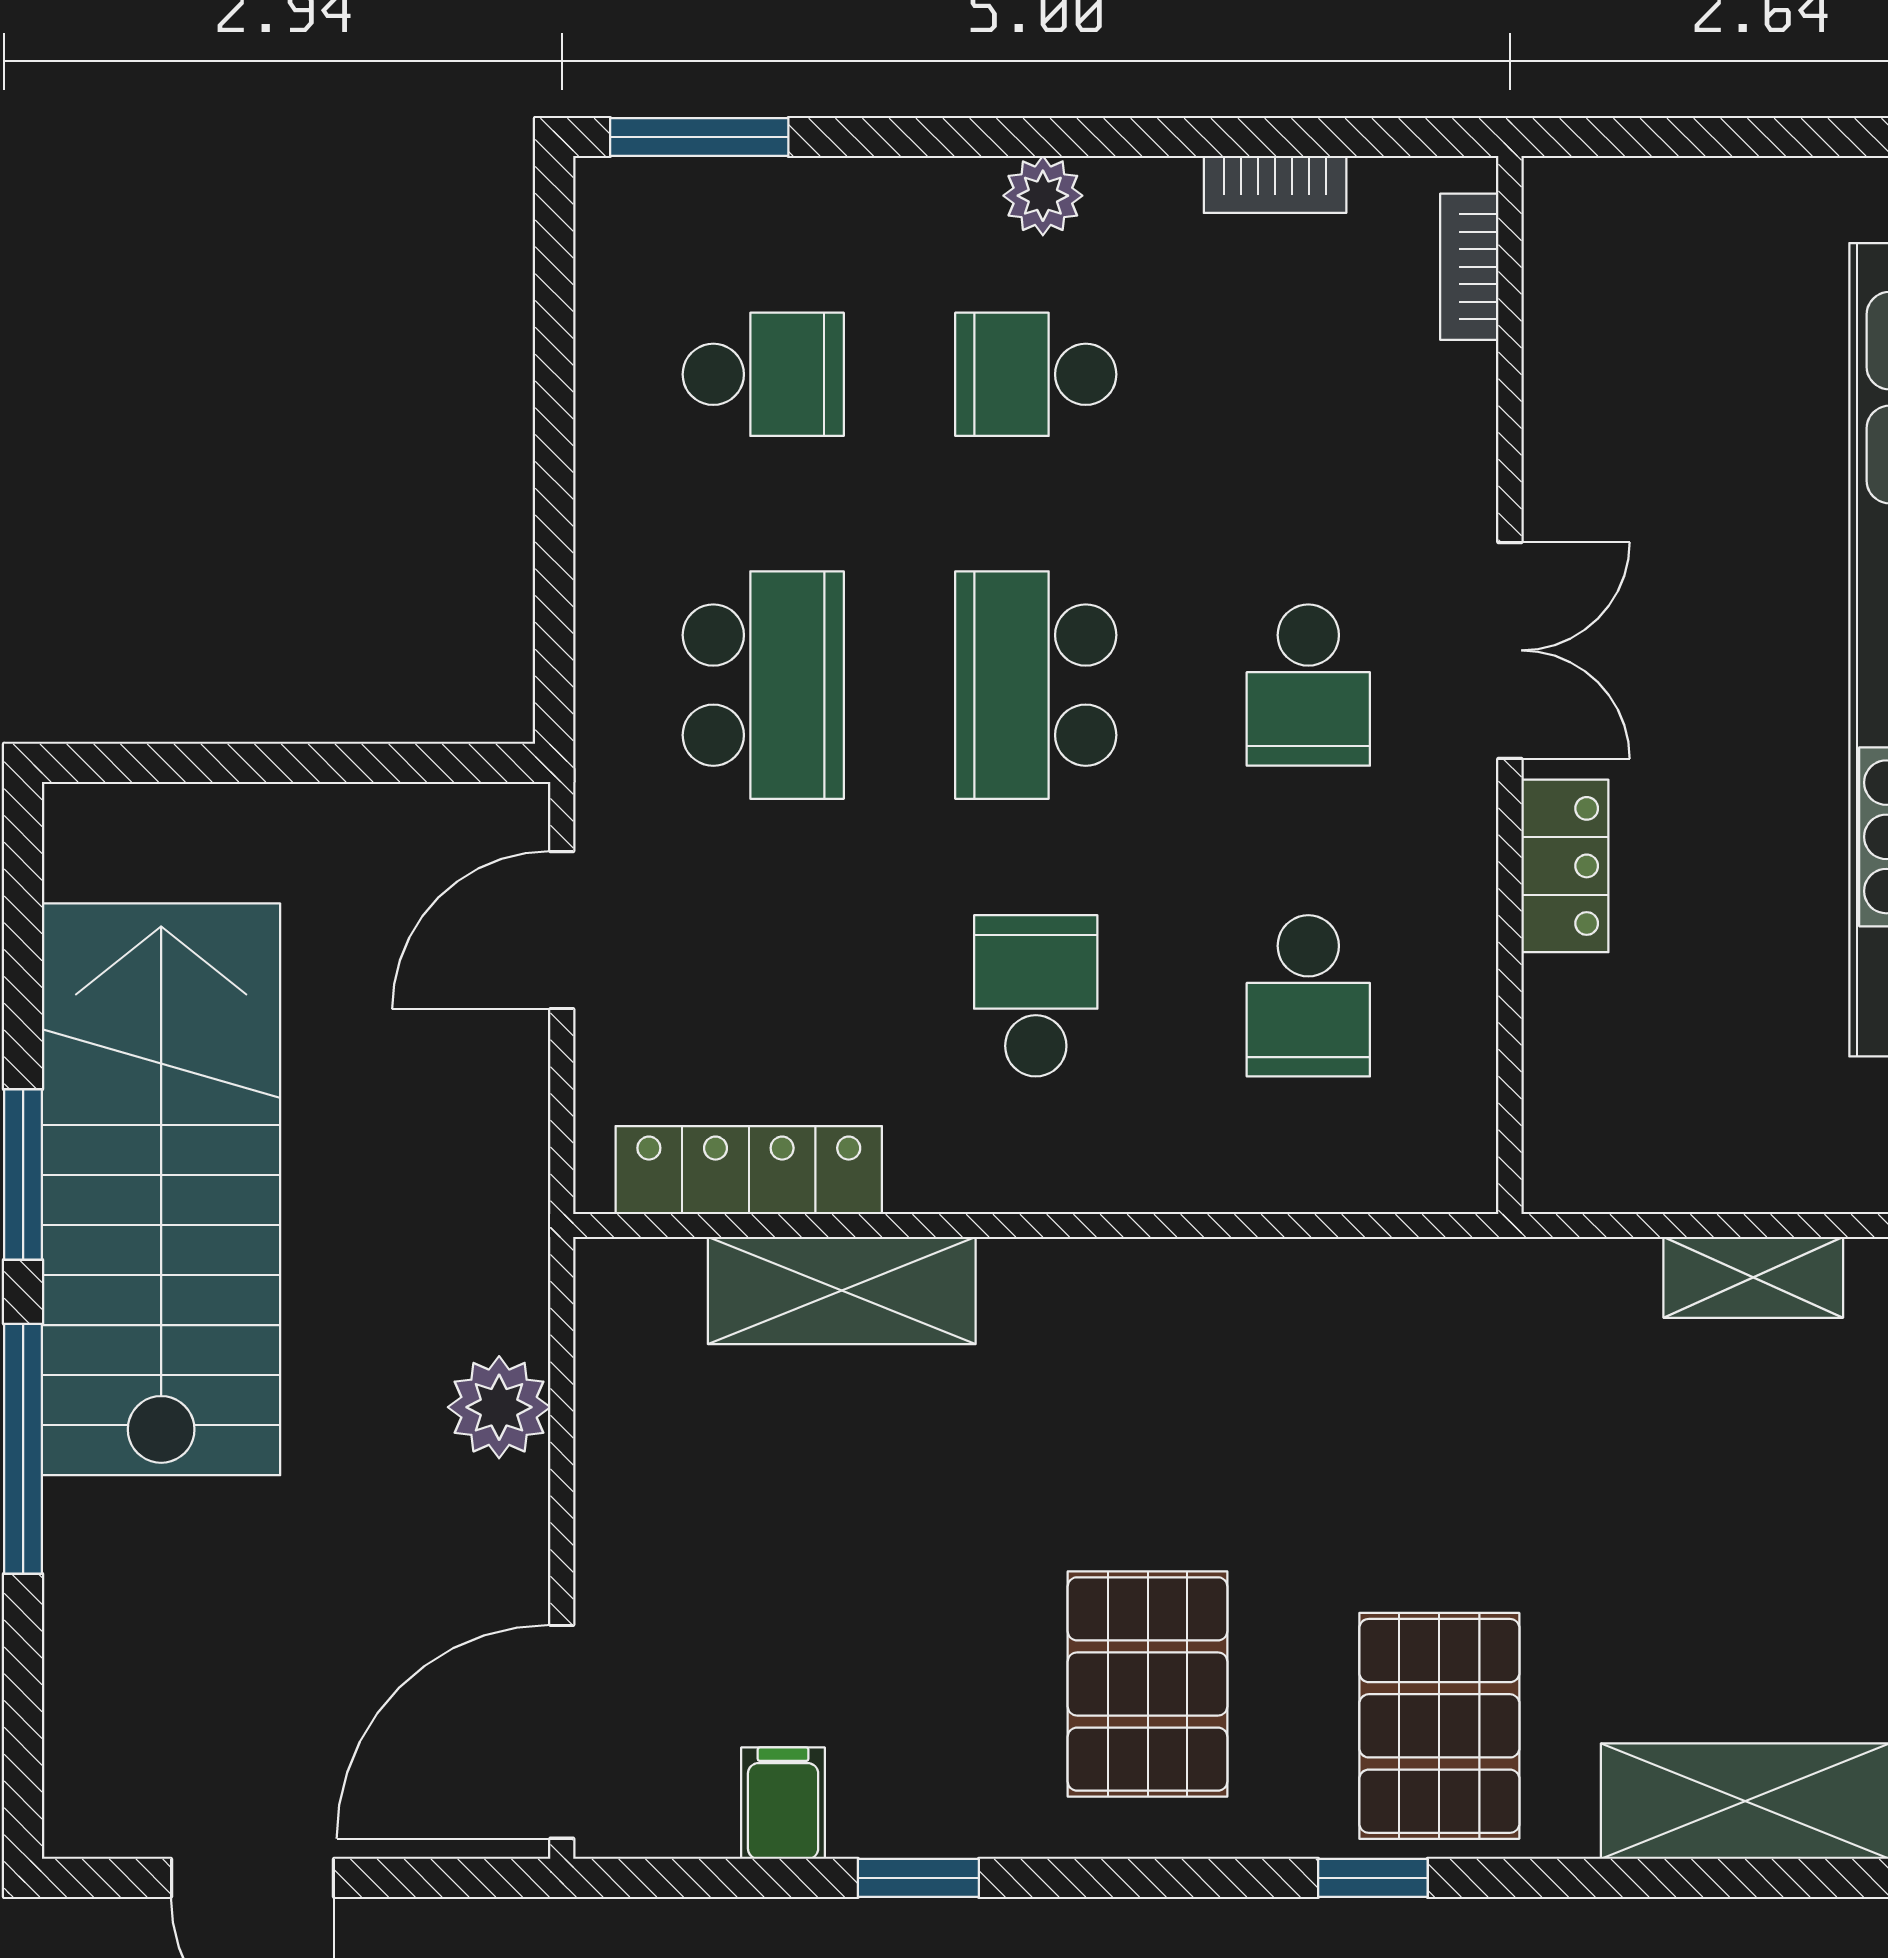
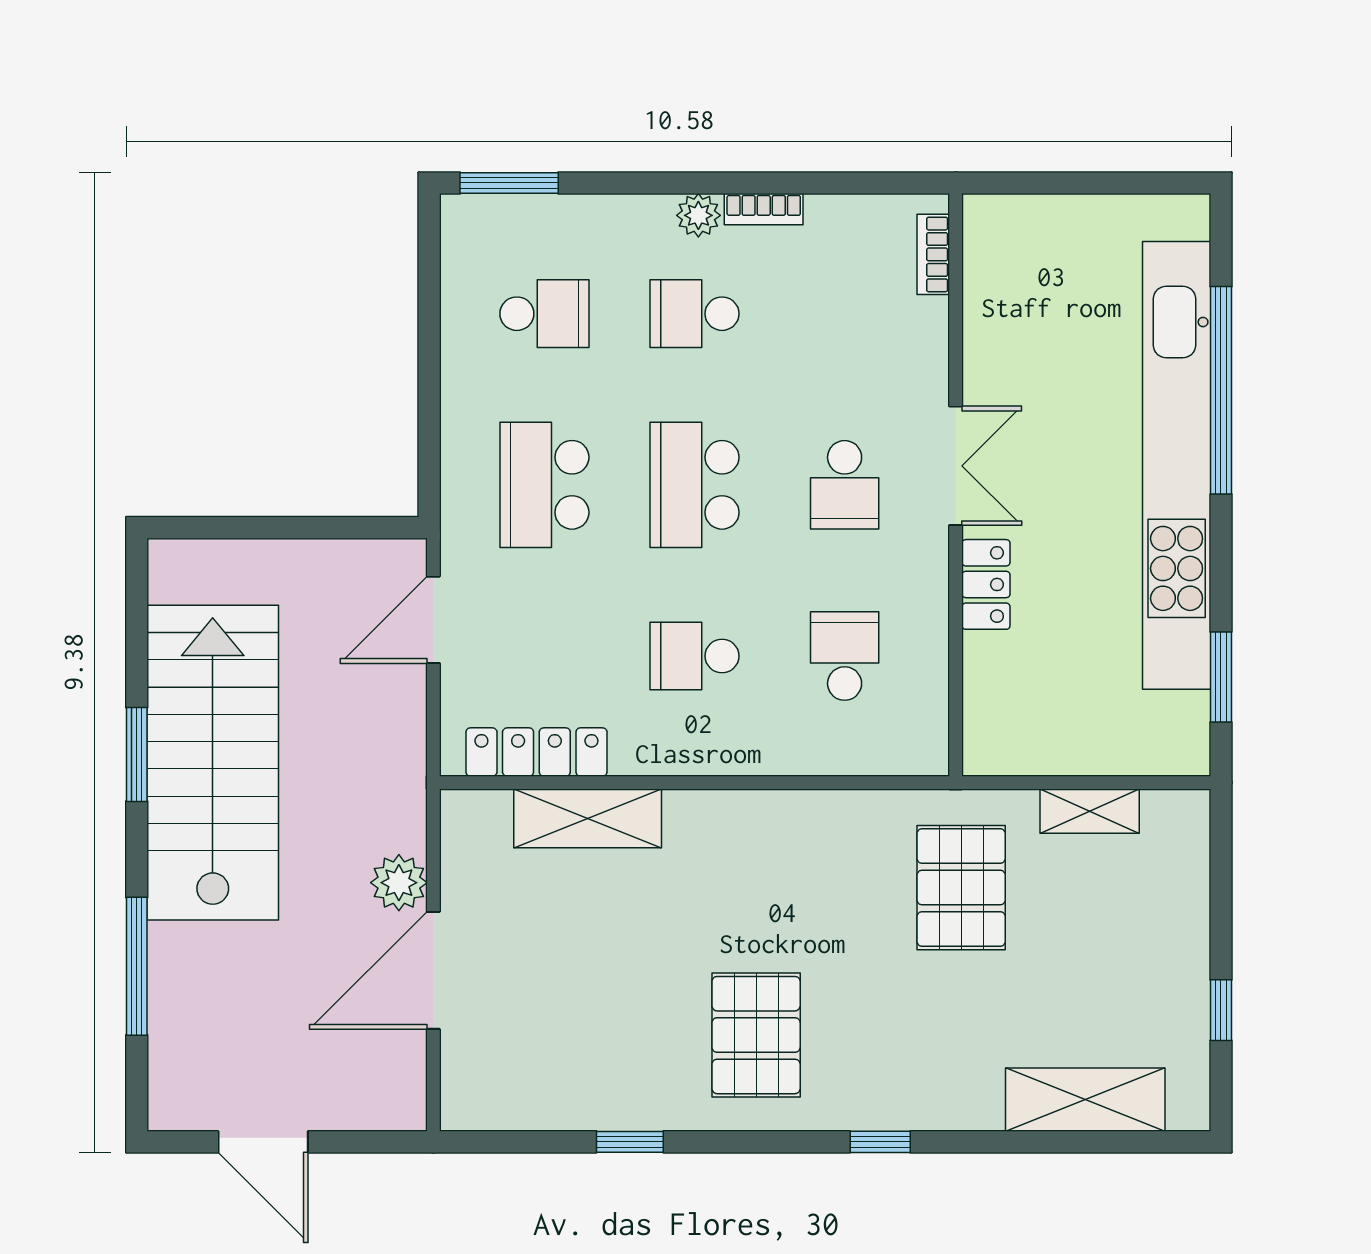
bookcase: (1275, 184) -> (764, 209), moved
school desk: (763, 685) -> (544, 485), turned 180
school desk: (1036, 996) -> (694, 656), turned -90
school desk: (1308, 996) -> (845, 656), turned 180
window: (23, 1449) -> (137, 966), moved
pallet: (1439, 1726) -> (961, 888), moved
door: (562, 1732) -> (433, 970), moved
filing cabinet: (783, 1803) -> (555, 1101), removed

